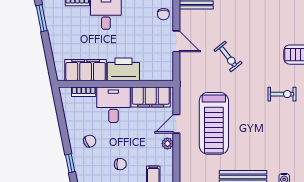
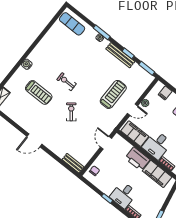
door: (176, 41) -> (106, 143), moved
exercise bike: (228, 57) -> (71, 112), moved
treadmill: (214, 123) -> (113, 94), width x0.73, depth x0.73

